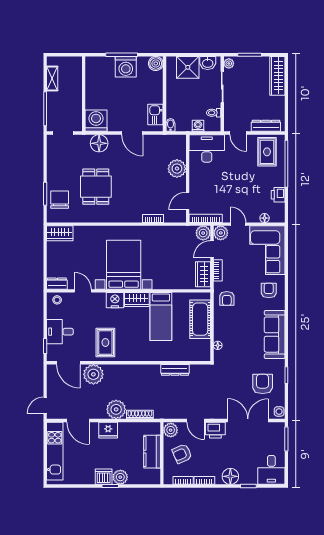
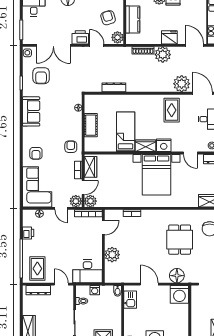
cot: (200, 319) -> (91, 125), width x0.73, depth x0.75
sofa: (275, 335) -> (31, 111), width x0.73
armchair: (182, 454) -> (108, 18), turned -83

